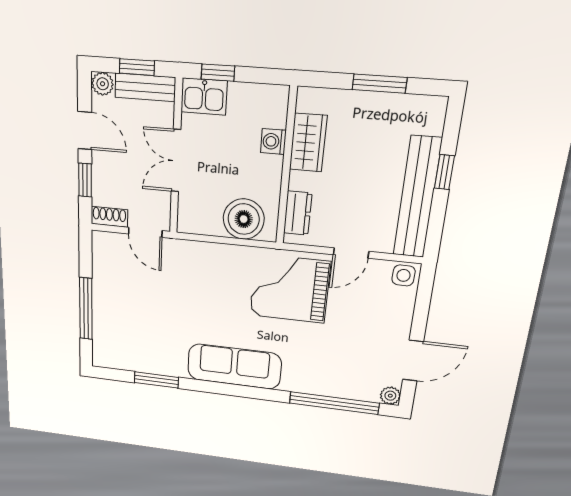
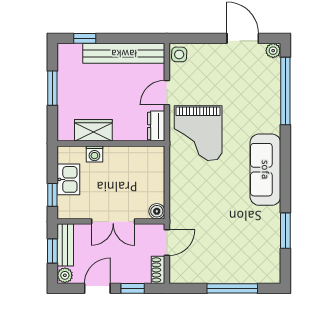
kitchen sink: (204, 96) -> (68, 179), moved
window: (444, 172) -> (85, 38), moved
dresser: (298, 213) -> (156, 126), moved, turned -90
boiler: (244, 219) -> (157, 211), moved, width x0.54, depth x0.54
door: (351, 253) -> (167, 93), swing flipped

